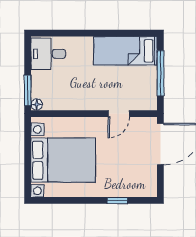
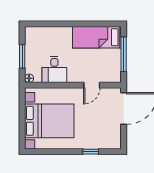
desk: (48, 54) -> (54, 69), moved, turned -90
window: (28, 90) -> (22, 56), moved

